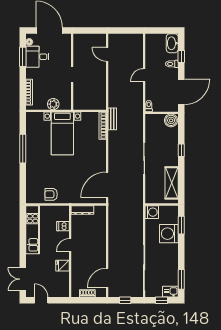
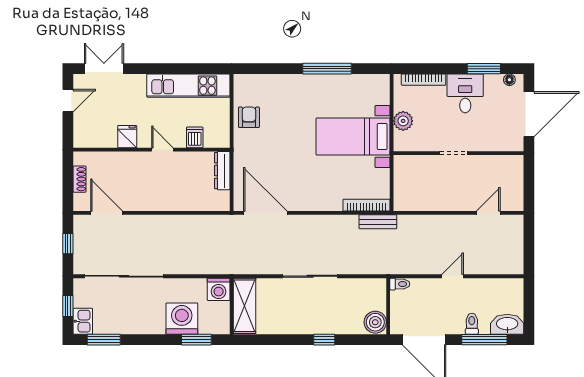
desk: (37, 57) -> (465, 93), moved
window: (181, 57) -> (484, 340), width x2.17
door: (144, 75) -> (453, 276), hinge flipped
shelving: (172, 183) -> (244, 306), moved, turned 90

